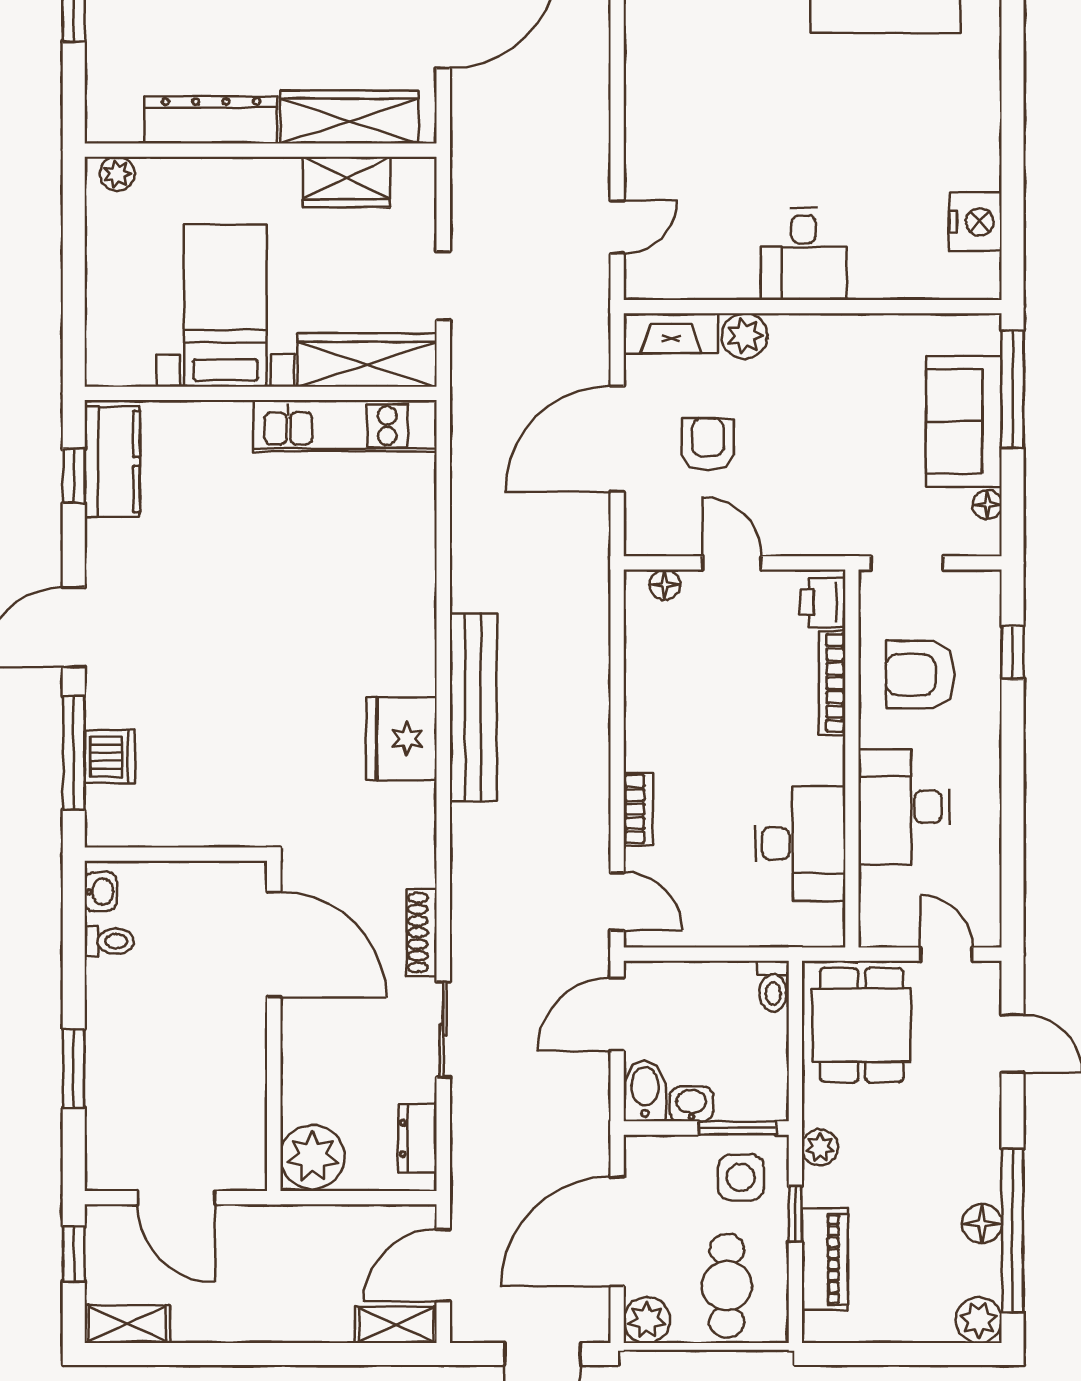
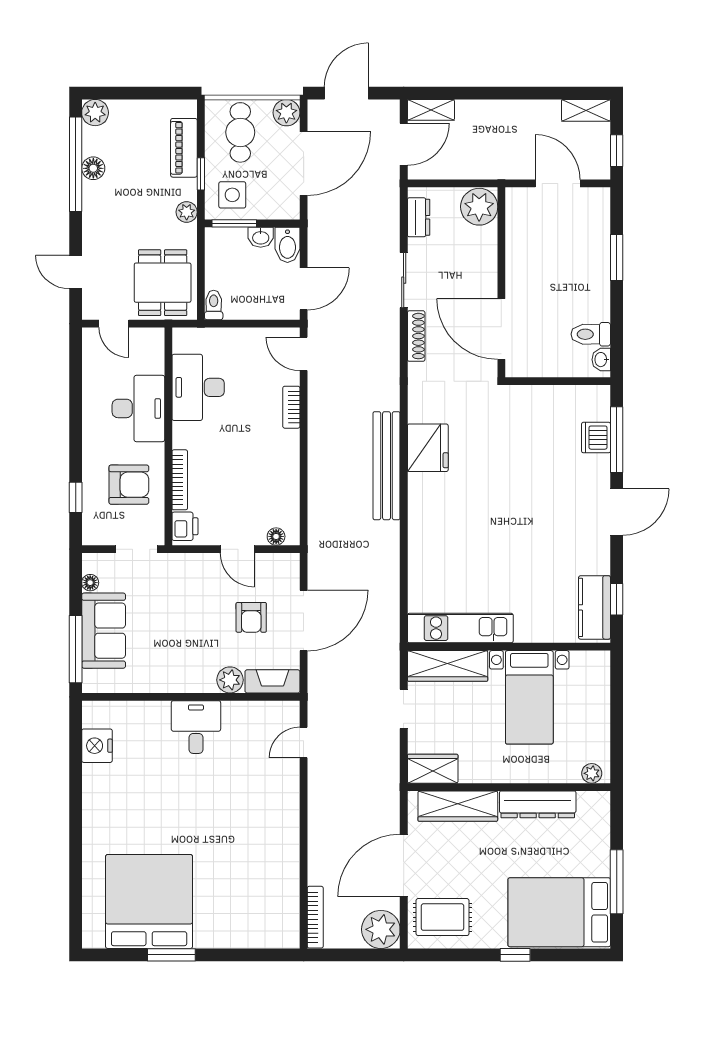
wardrobe: (346, 182) -> (433, 769), moved
toilet: (109, 941) -> (591, 334), width x1.37, depth x1.39

